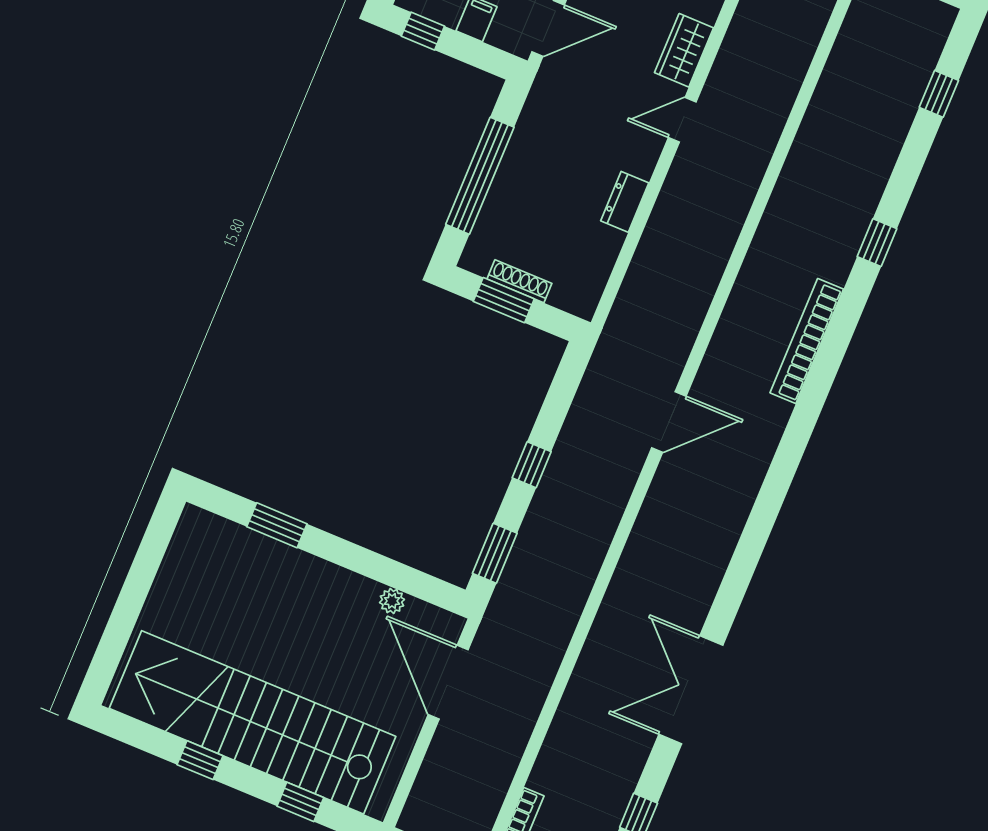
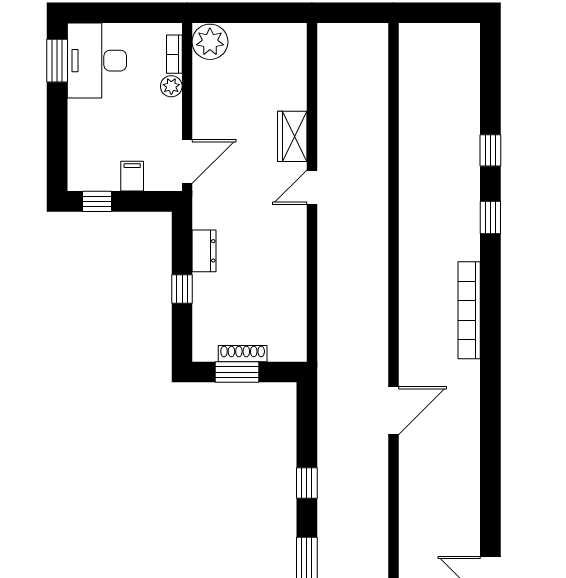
window: (939, 94) -> (490, 150), moved
window: (480, 176) -> (182, 289), width x0.32
dresser: (625, 202) -> (204, 251), moved, turned 180

